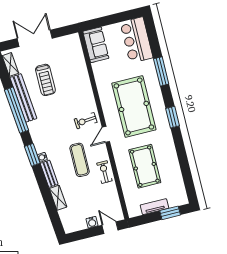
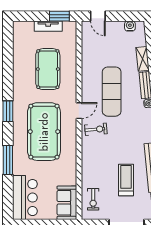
exercise mat: (80, 160) -> (112, 92), width x1.36, depth x1.45
exercise bike: (104, 172) -> (93, 199), moved
window: (170, 213) -> (59, 16), moved
water cooler: (92, 222) -> (130, 26), moved

